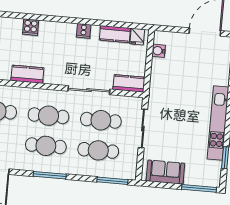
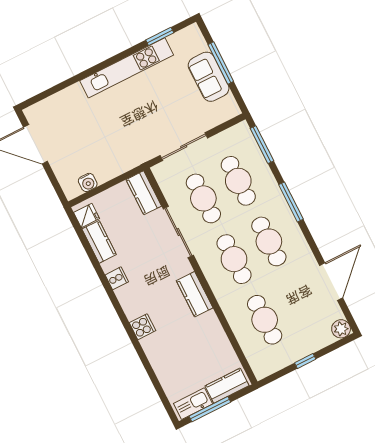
cooker: (31, 27) -> (143, 327), moved
kitchen counter: (27, 74) -> (195, 294), moved
sofa: (165, 172) -> (209, 77), moved
window: (50, 175) -> (291, 202), moved
window: (199, 188) -> (221, 63), moved

